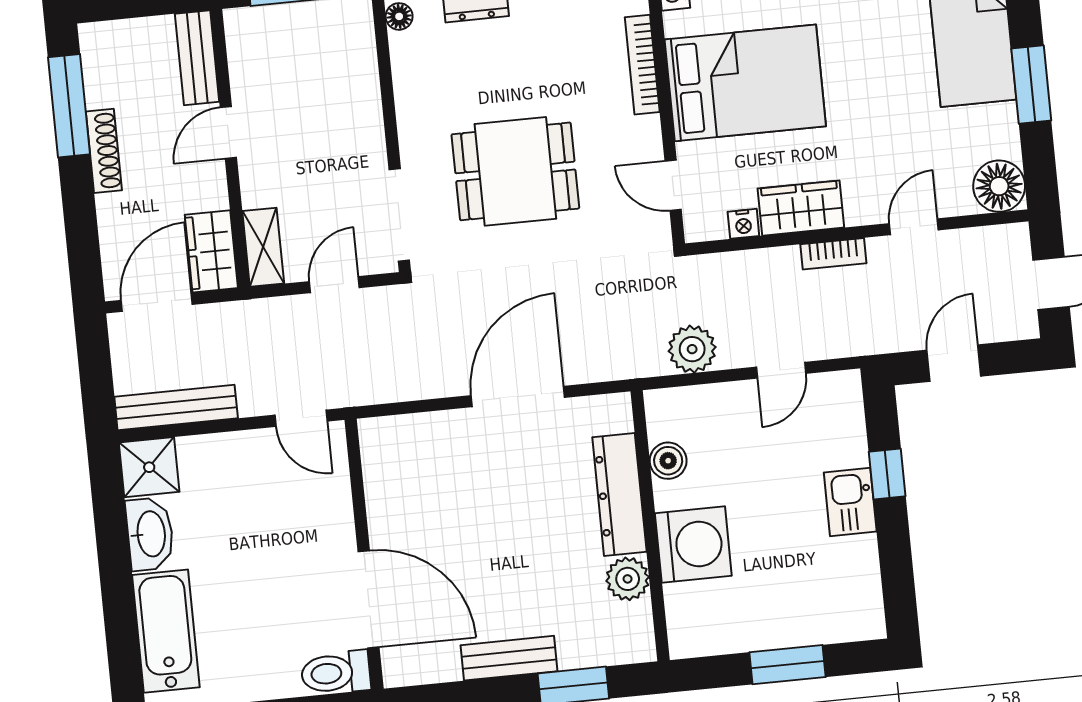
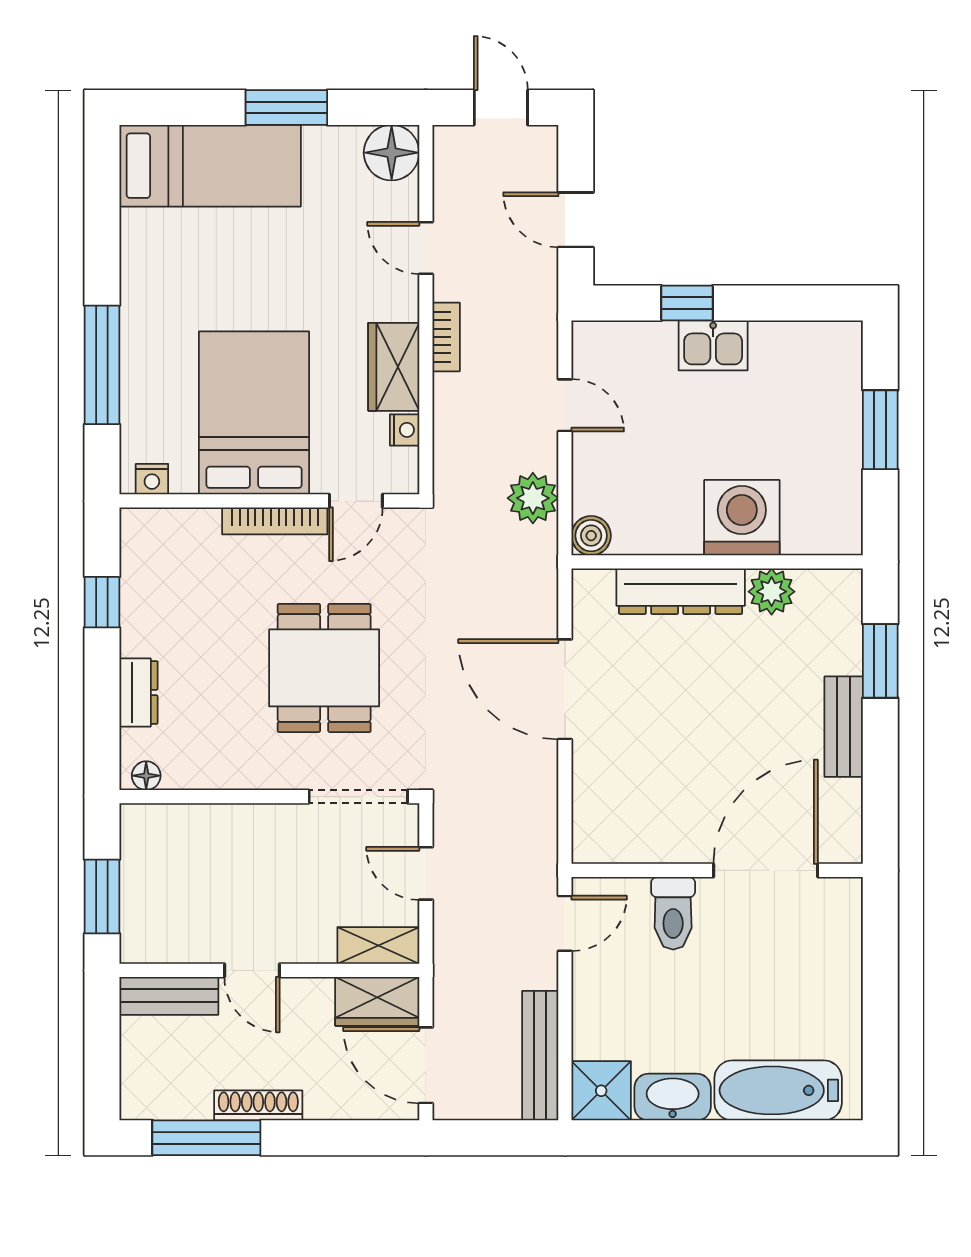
bookcase: (642, 65) -> (275, 521), moved
boiler: (668, 461) -> (591, 536), moved
toilet: (336, 673) -> (673, 913), moved

